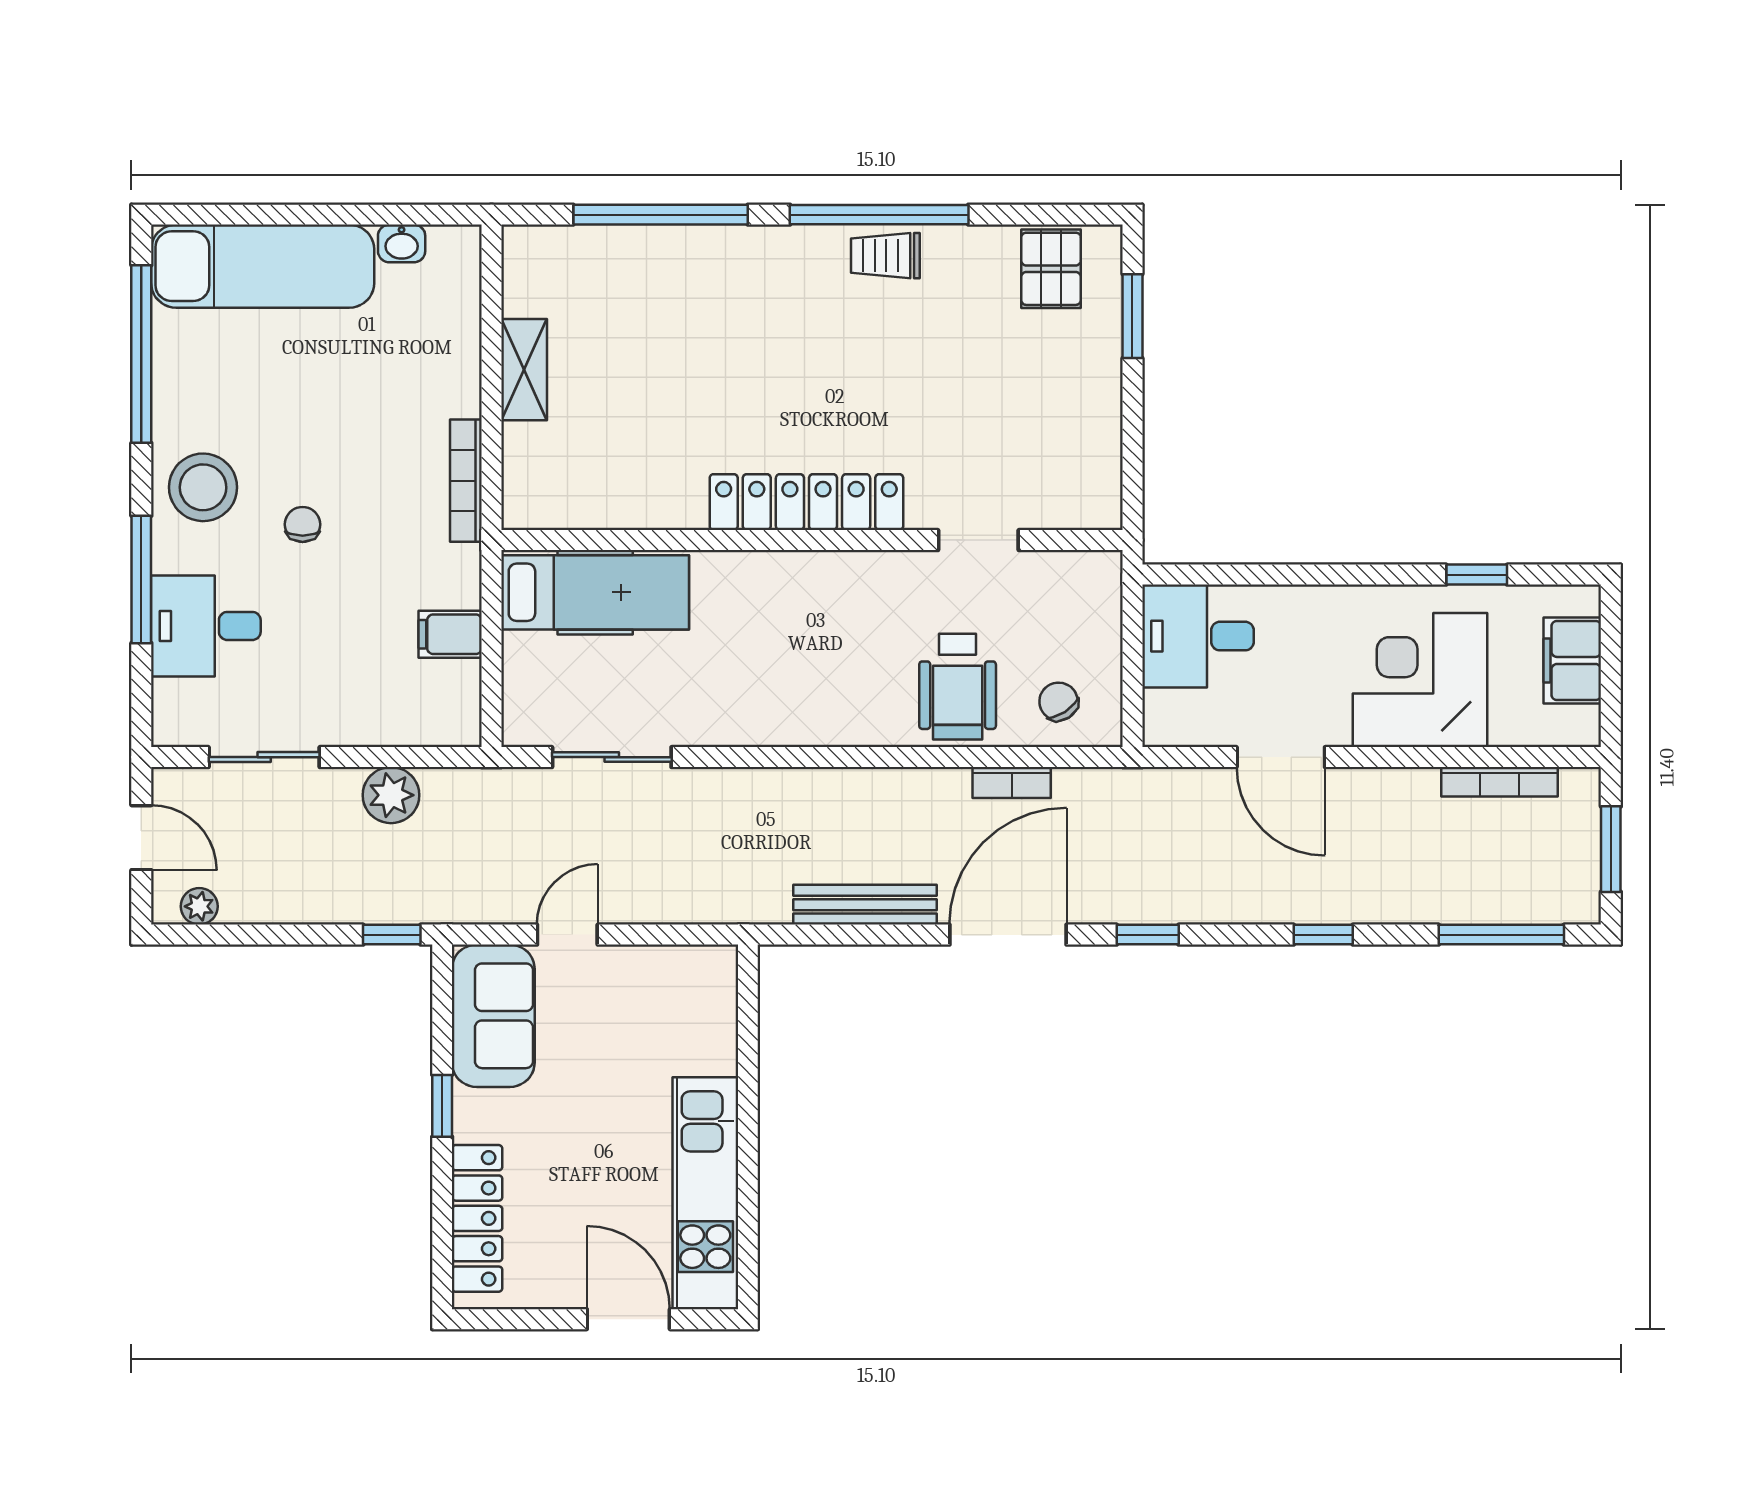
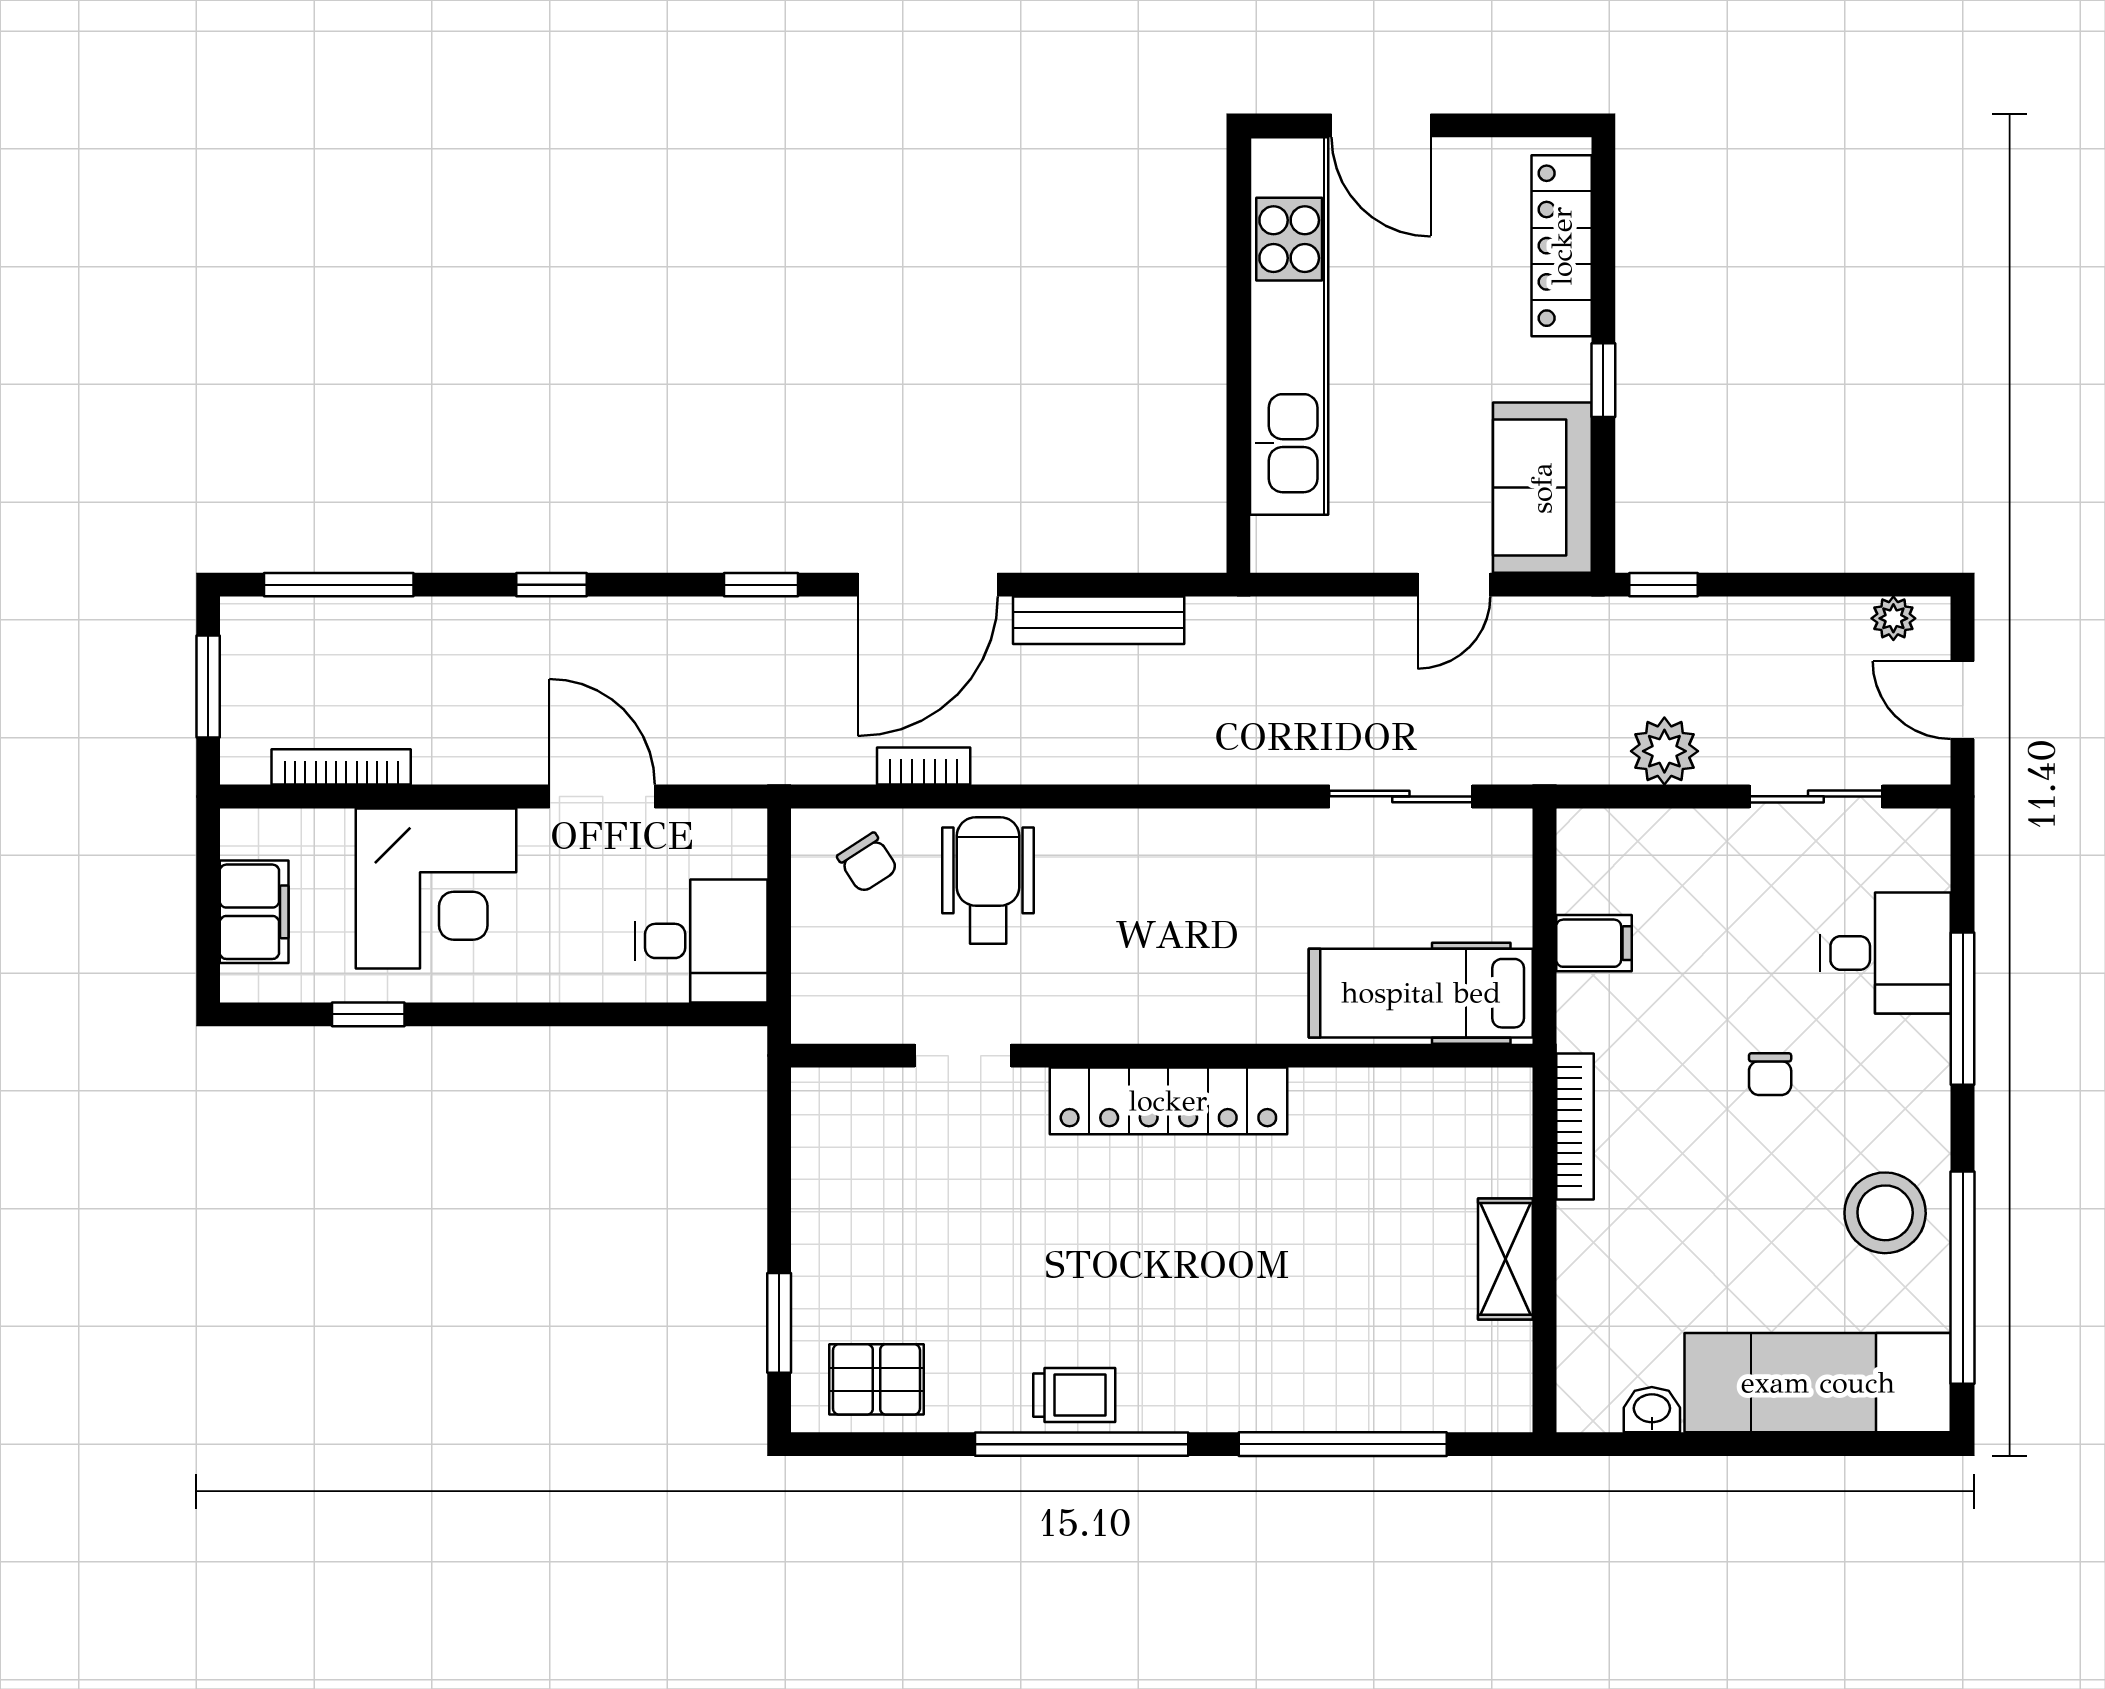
pallet: (1051, 269) -> (876, 1379), turned 90
stool: (203, 487) -> (1885, 1213), moved
kitchen unit: (705, 1193) -> (1289, 326), width x1.36

